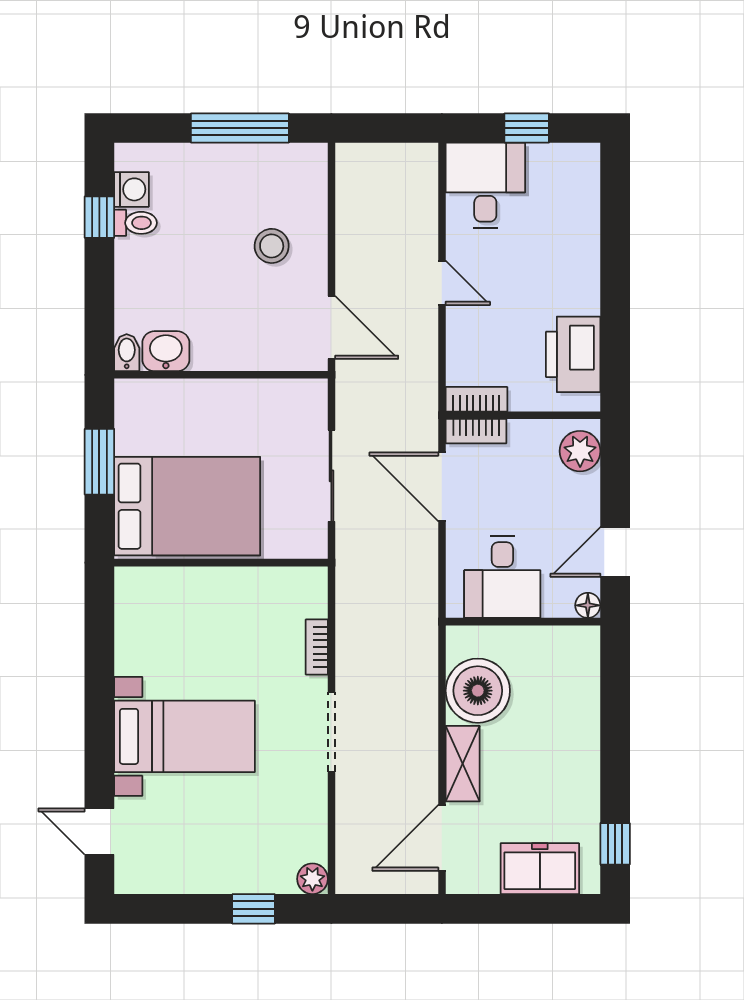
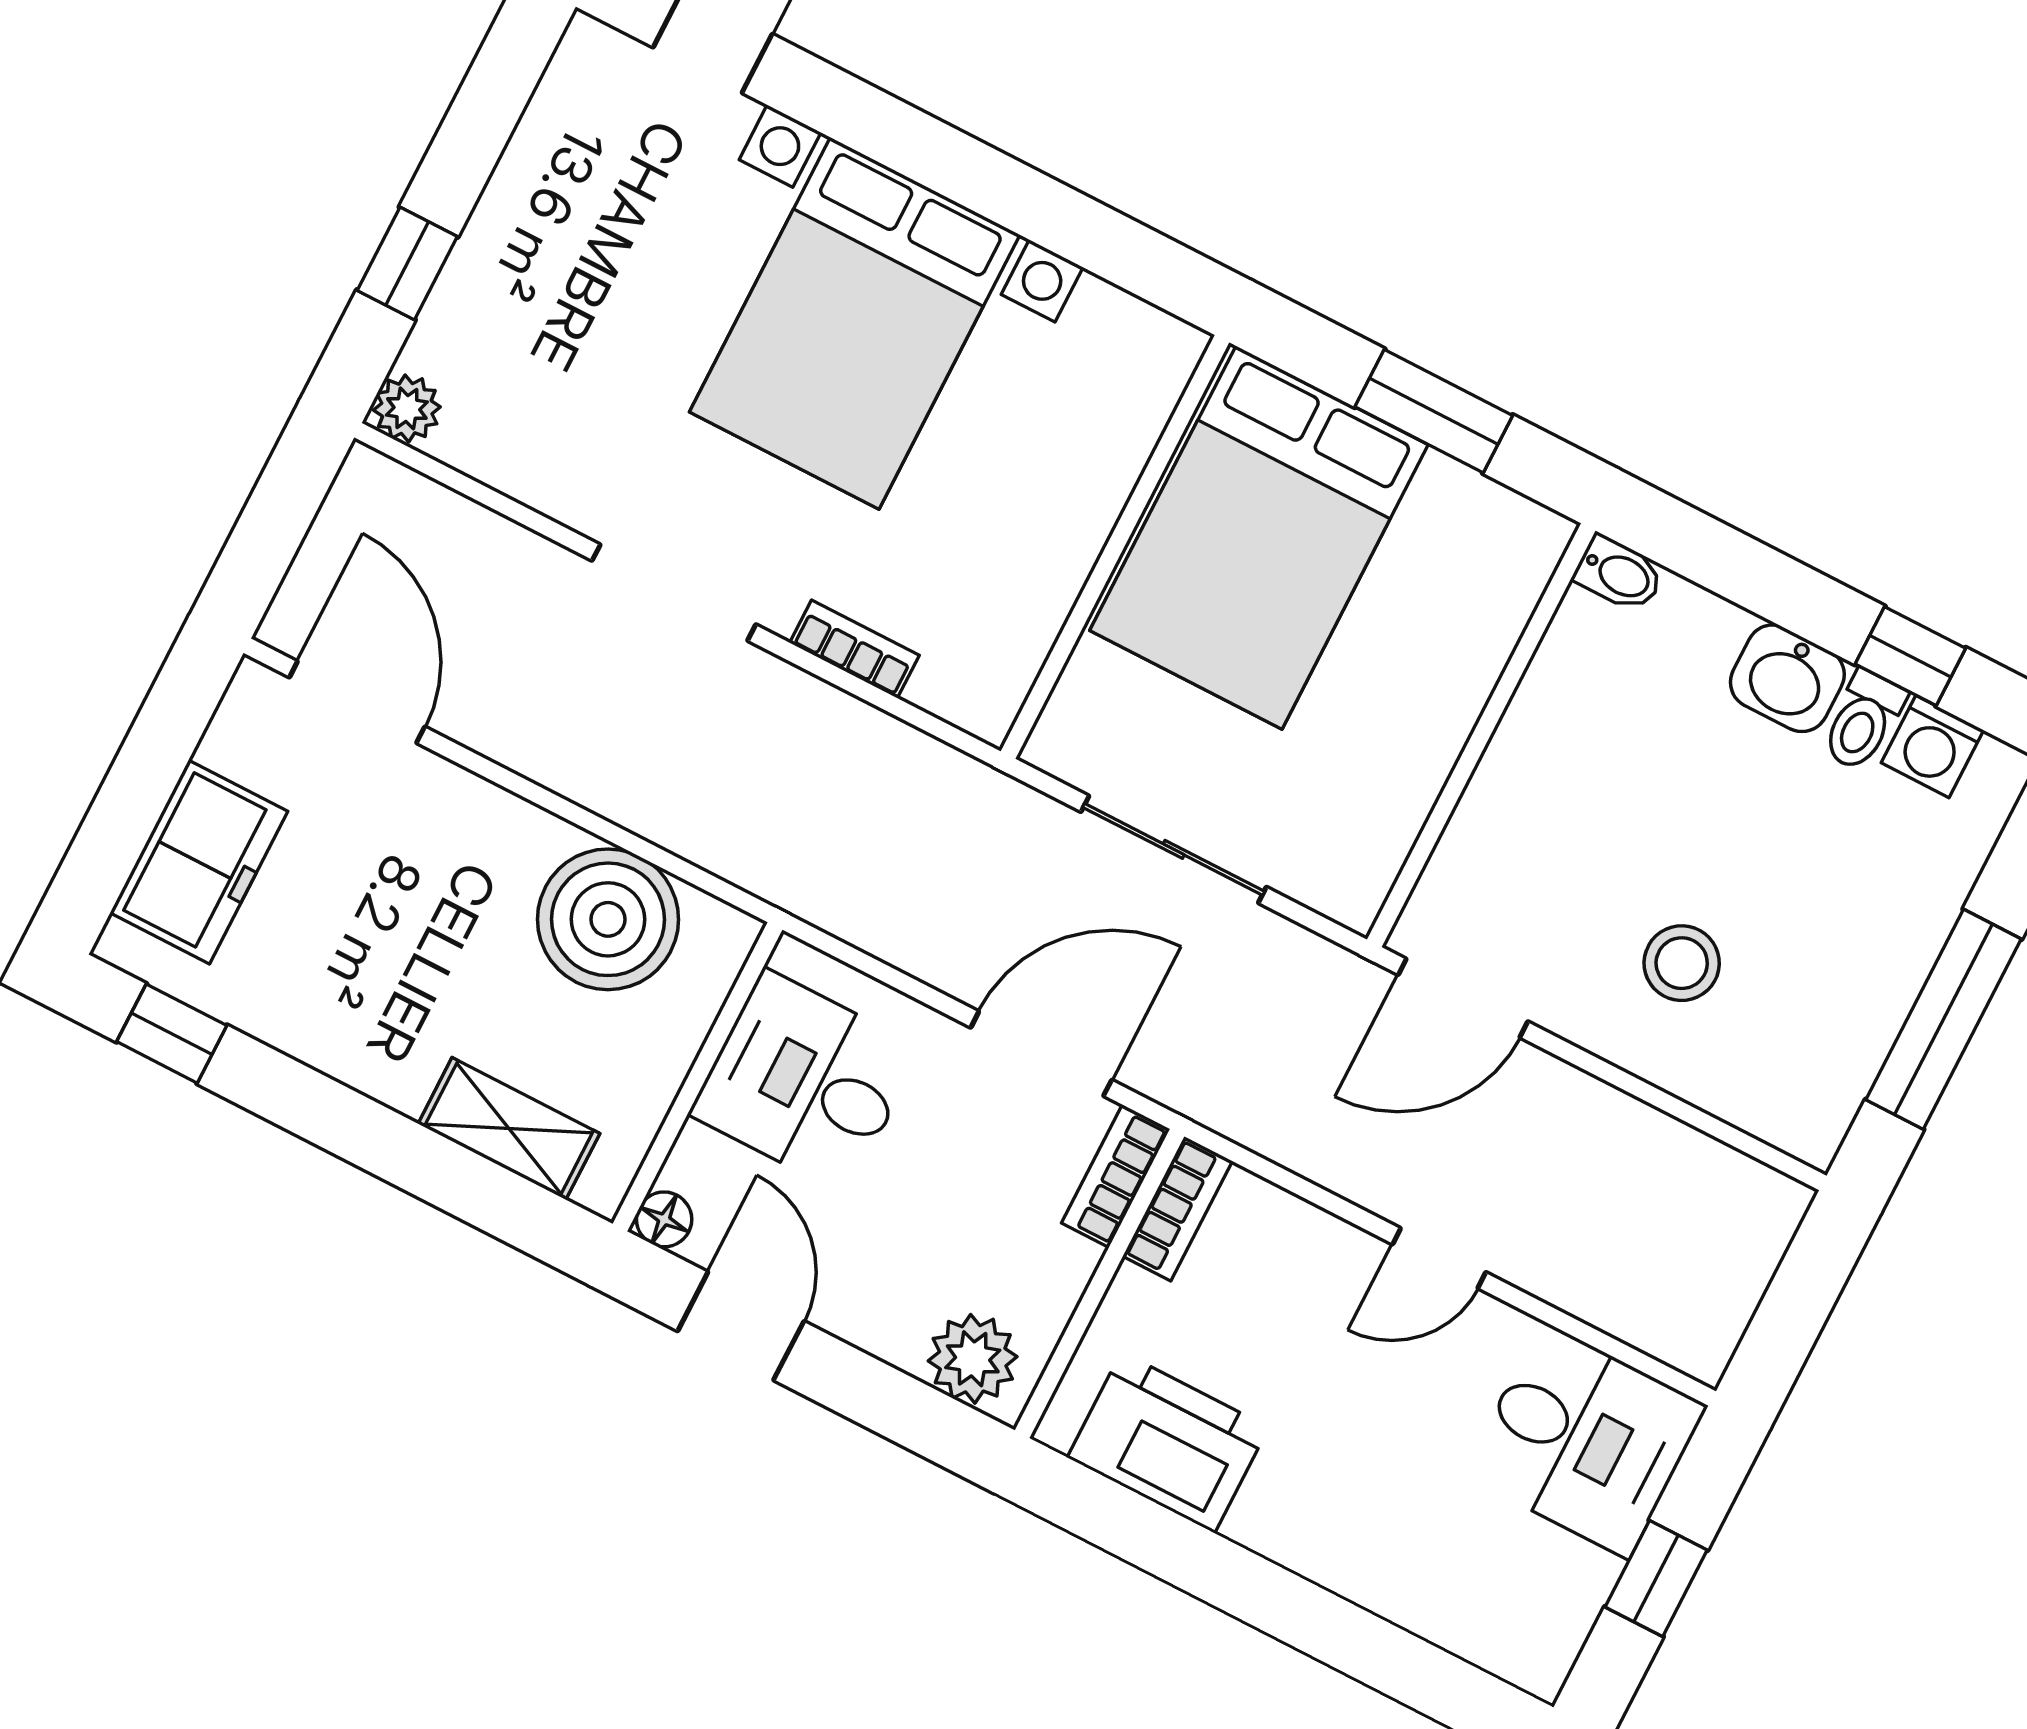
washbasin: (166, 351) -> (1787, 678), moved, turned 90
bed with nightstands: (185, 736) -> (855, 323), width x1.36
shelving: (463, 764) -> (509, 1129), moved

